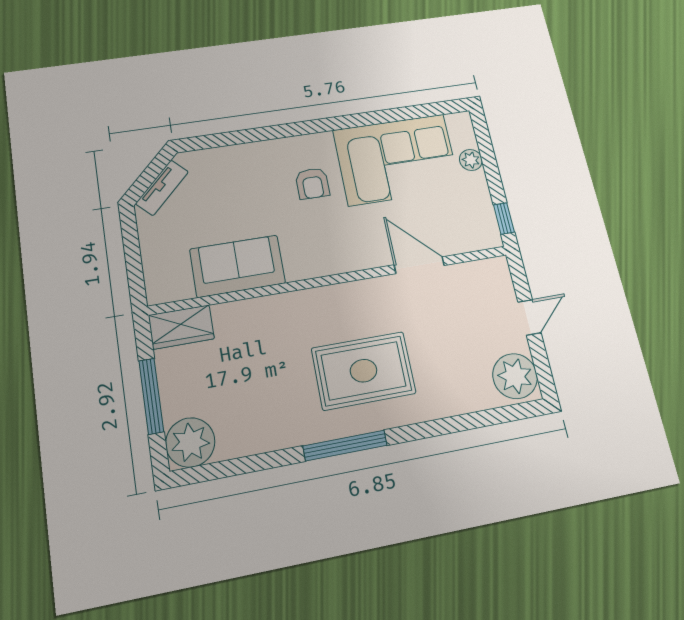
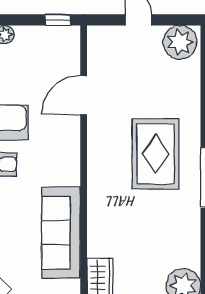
sofa: (237, 266) -> (61, 233), width x1.36

